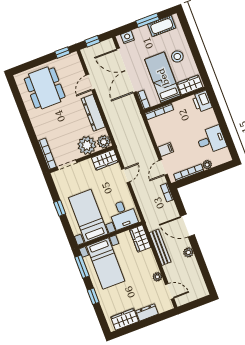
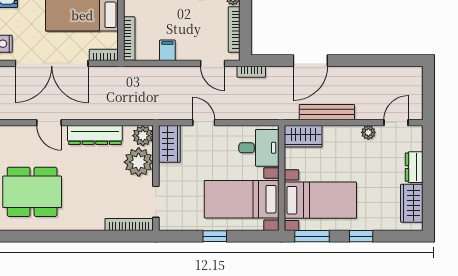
filing cabinet: (166, 150) -> (167, 50), moved
plant: (188, 252) -> (350, 74), removed

